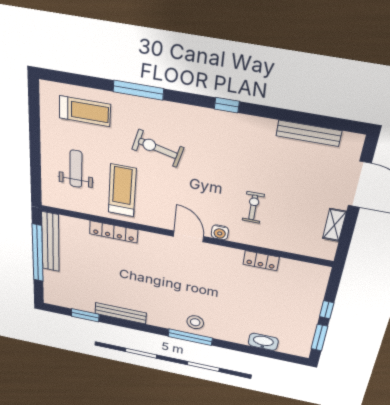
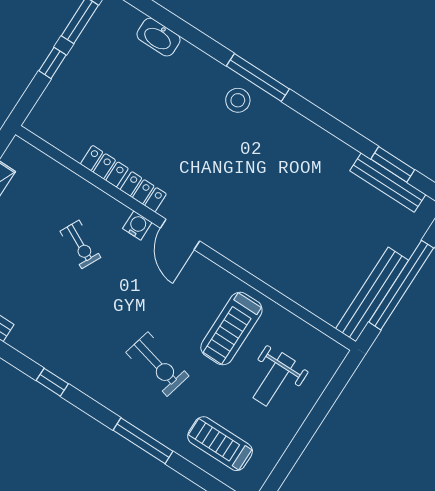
exercise bike: (253, 207) -> (80, 244), turned -63
locker: (114, 232) -> (143, 192), moved, width x0.66
bench: (121, 313) -> (388, 183), moved

